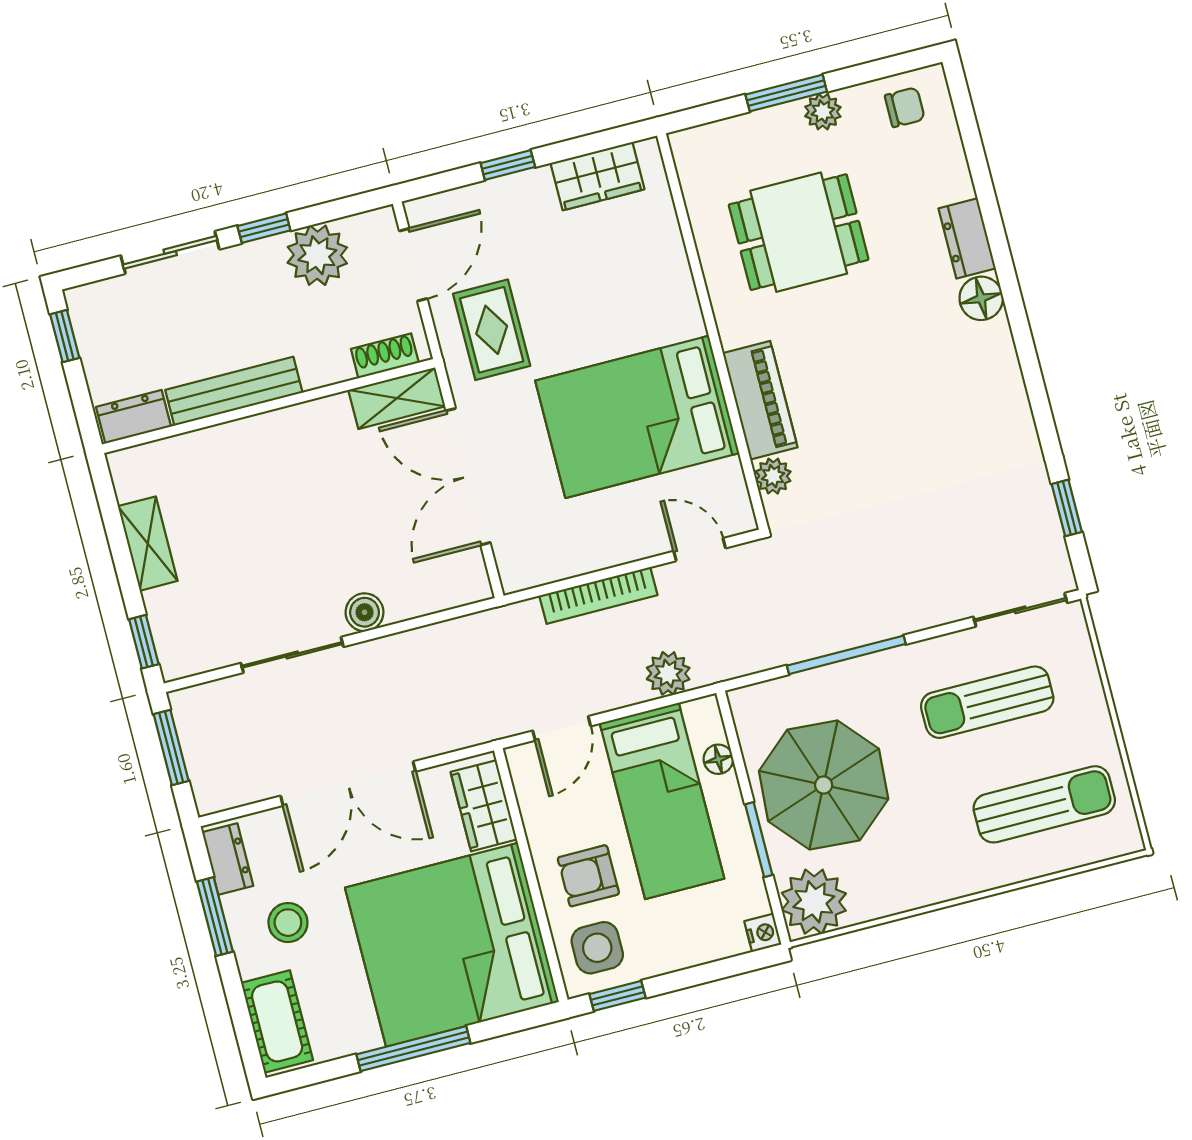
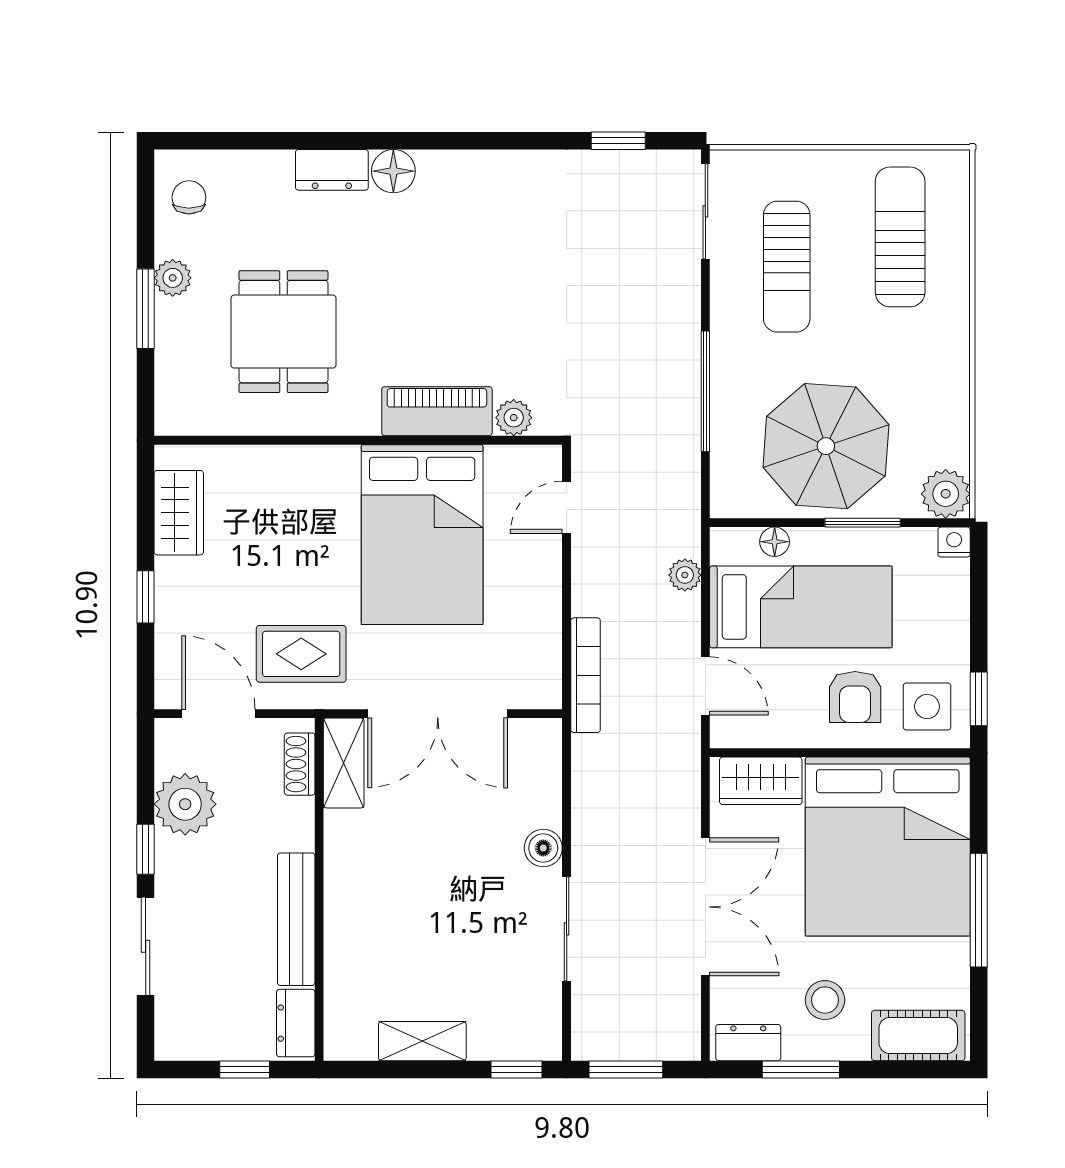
window: (65, 336) -> (245, 1069), moved
bookcase: (598, 595) -> (586, 675), moved
plant: (668, 673) -> (685, 575), width x0.73, depth x0.73
plant: (814, 902) -> (946, 494), width x0.73, depth x0.73

